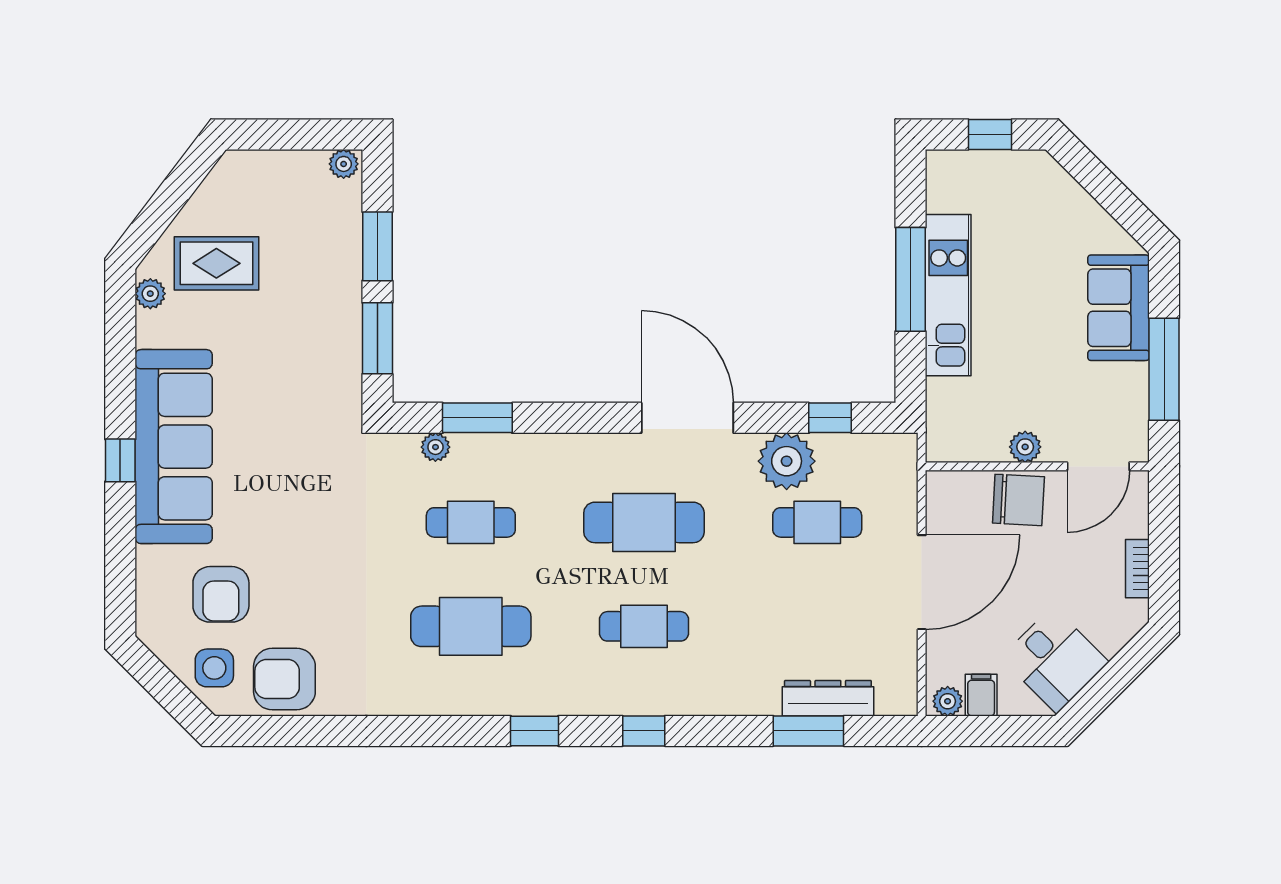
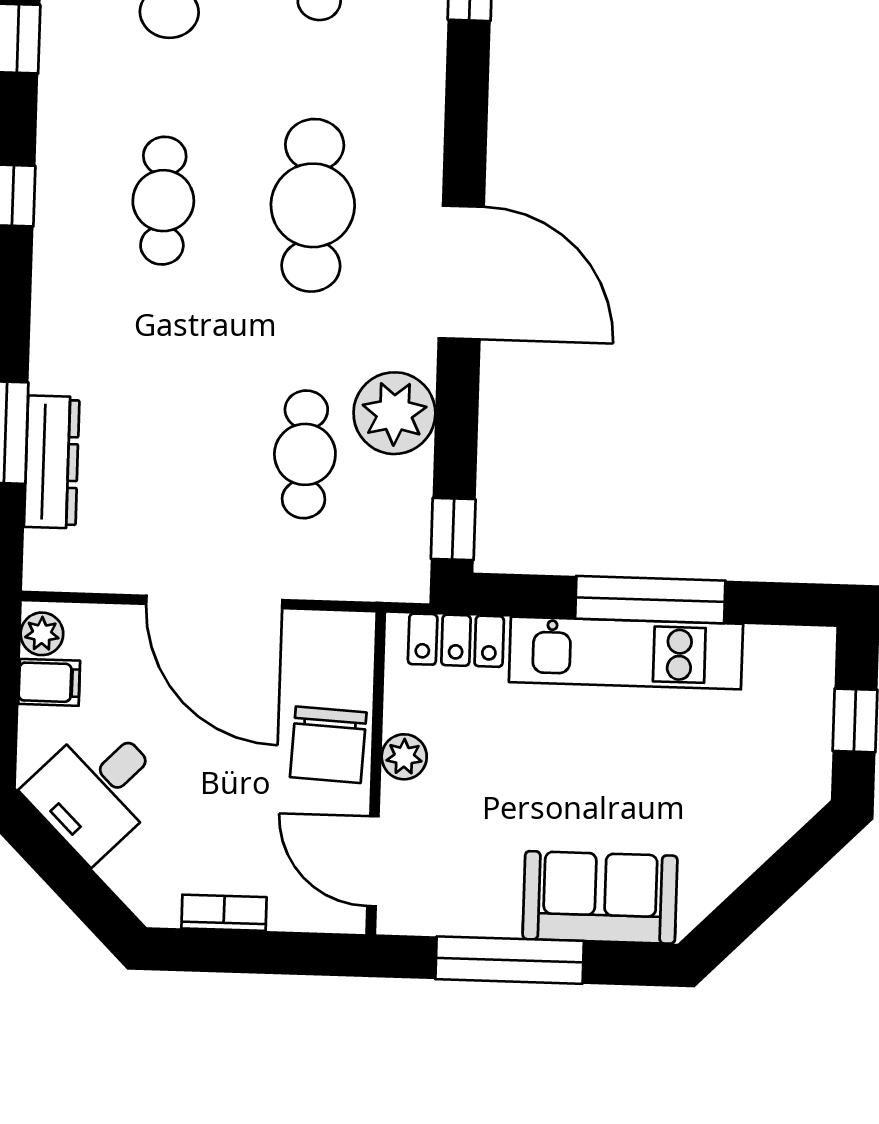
locker: (943, 413) -> (456, 640), added
door: (687, 418) -> (461, 272), hinge flipped
window: (830, 418) -> (453, 529), moved

